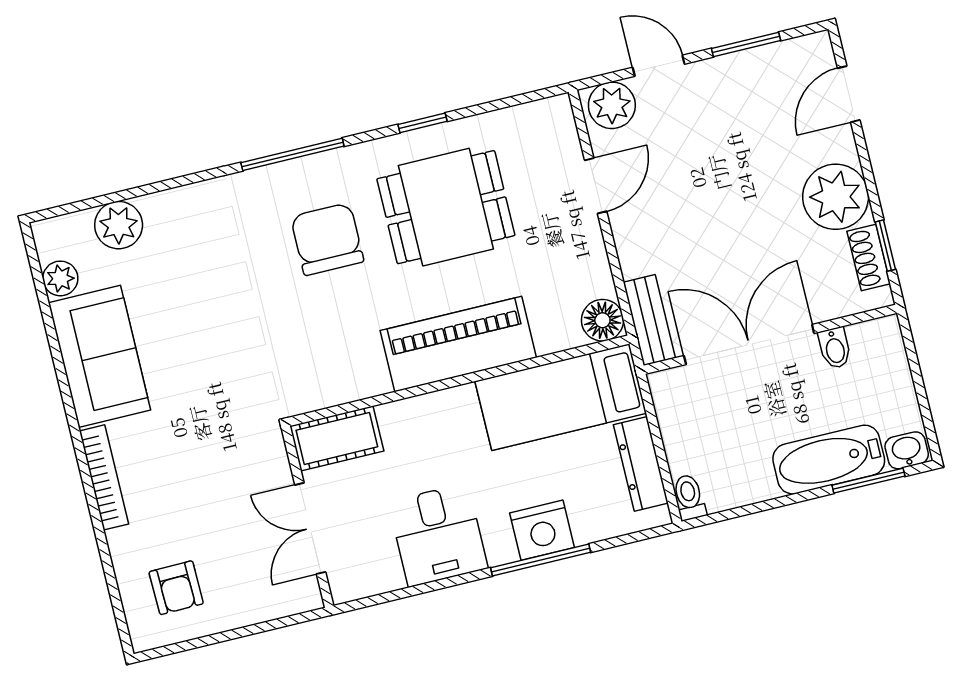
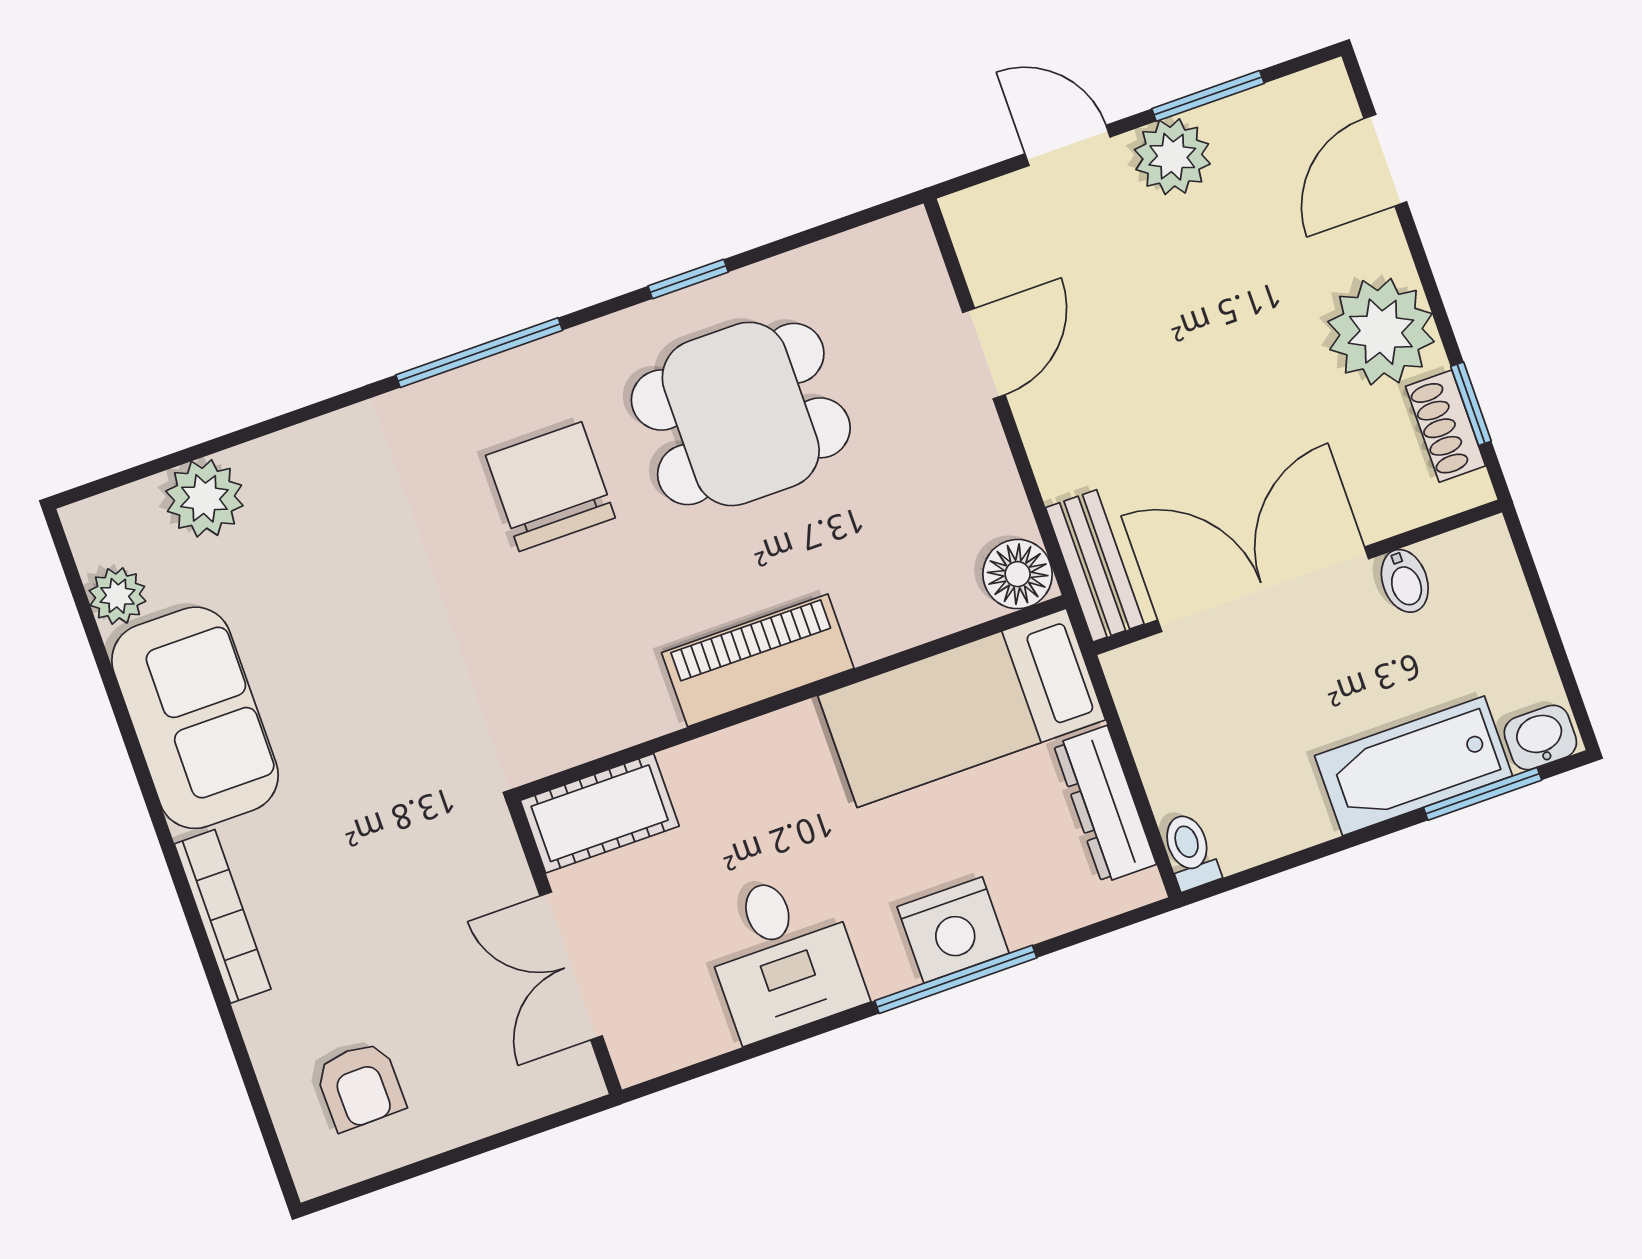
plant: (612, 105) -> (1172, 157), moved
piano: (458, 344) -> (758, 660), width x0.73, depth x0.75

